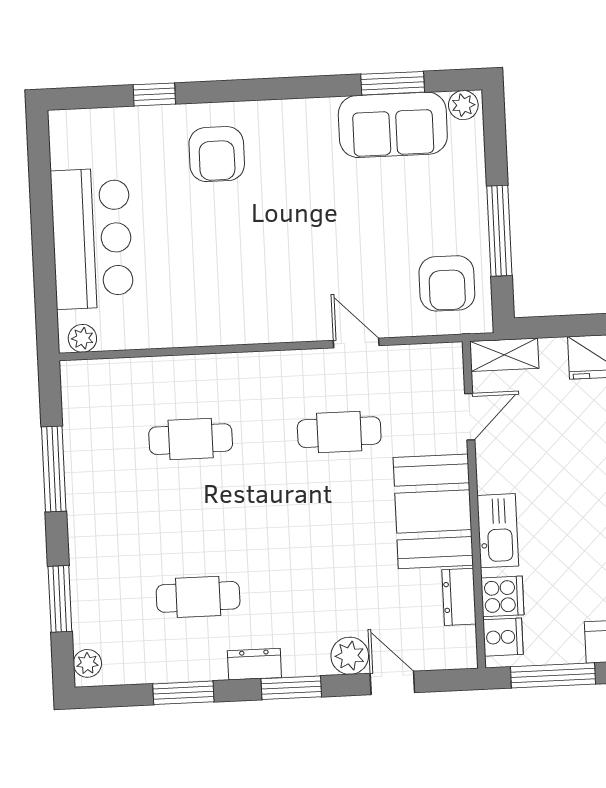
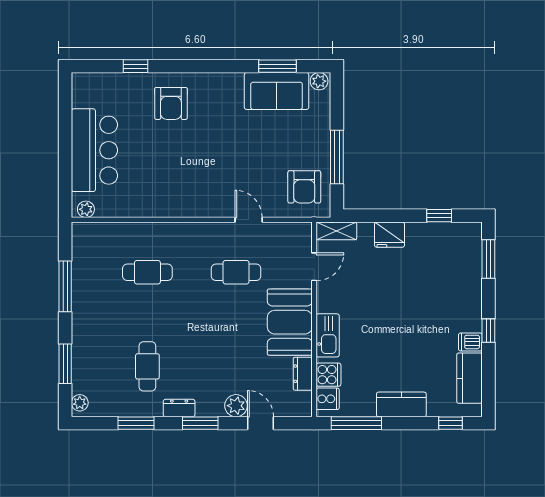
cafe table: (198, 597) -> (147, 366), turned 90

